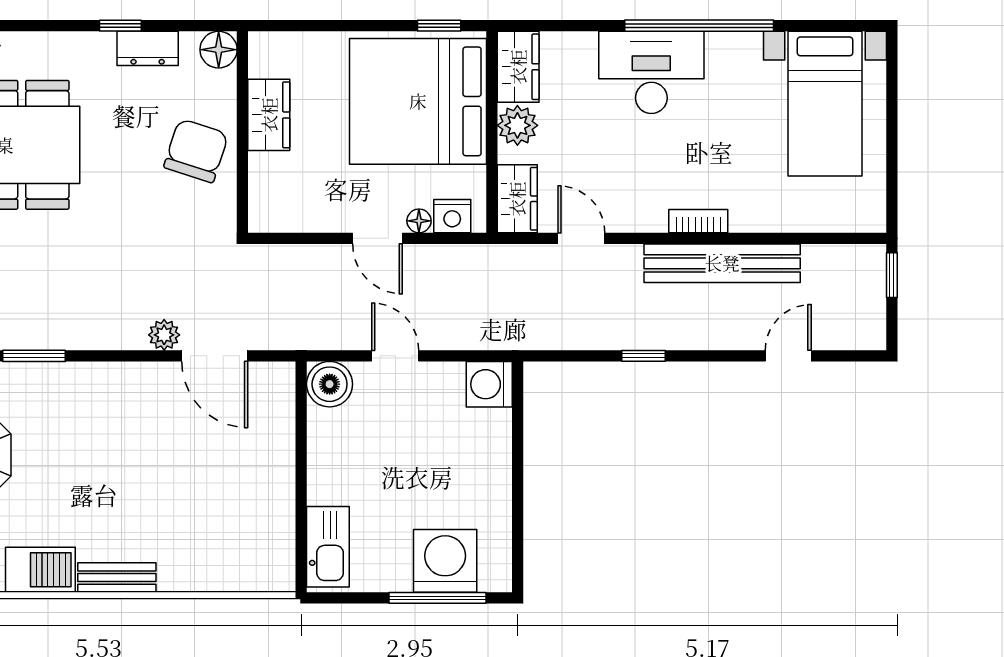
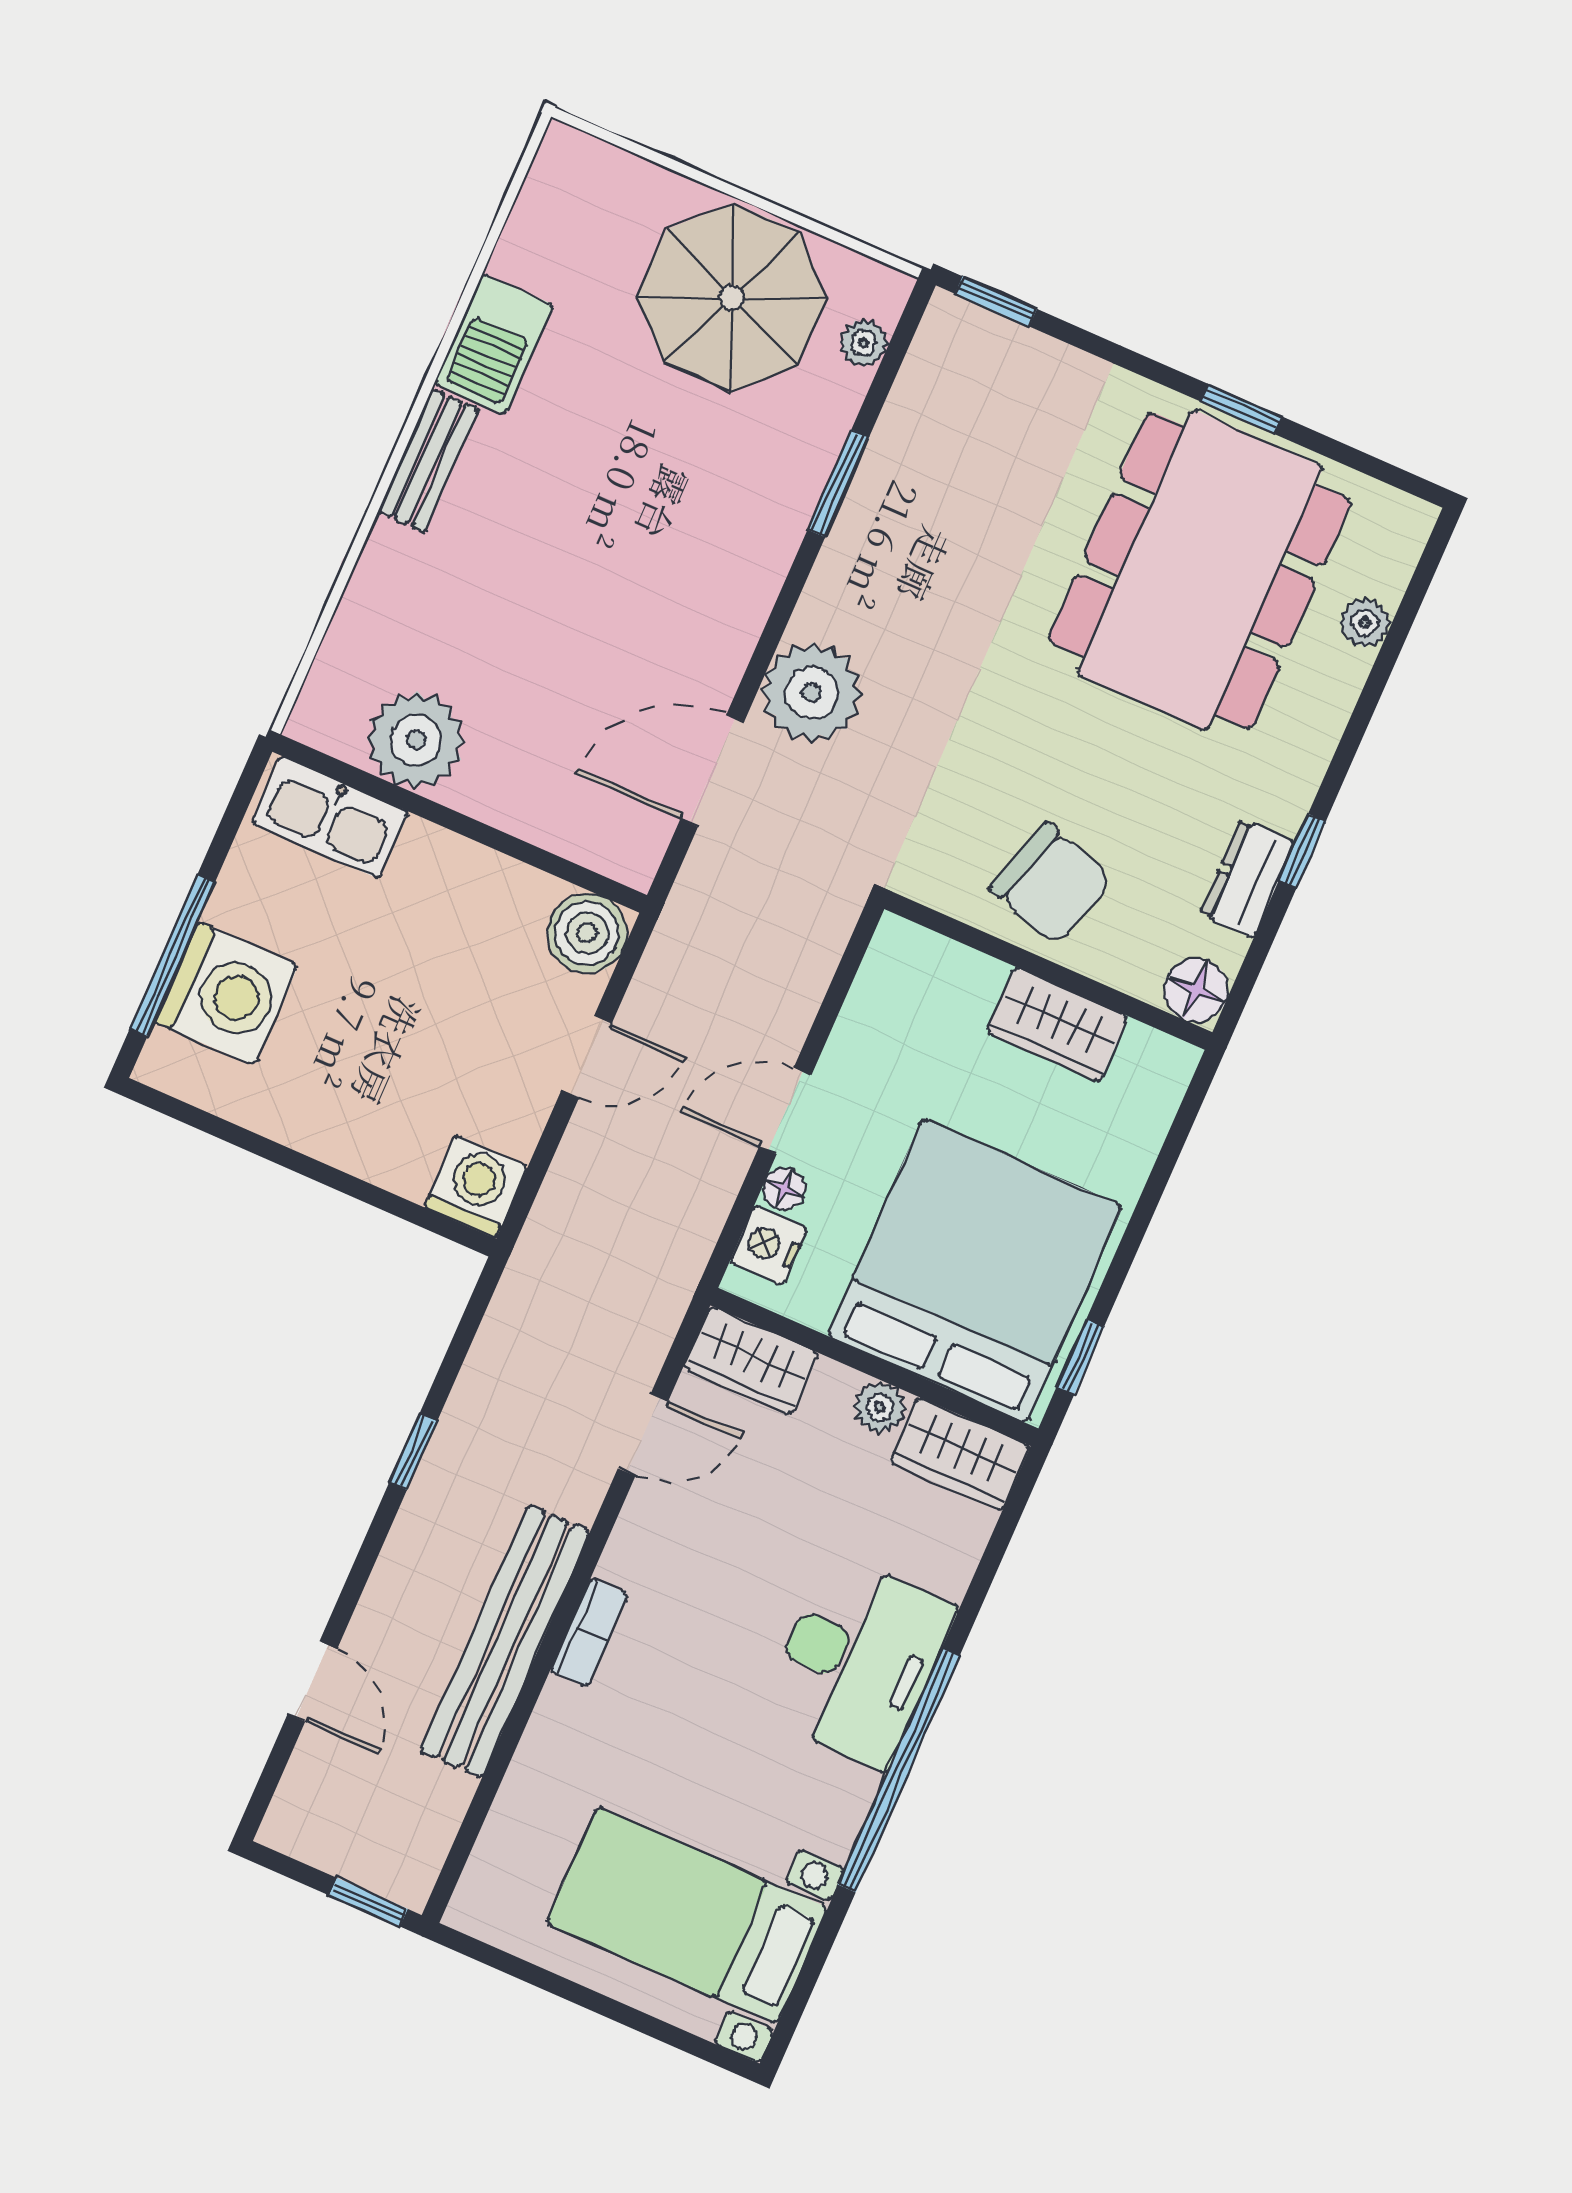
plant: (517, 125) -> (880, 1407), width x0.73, depth x0.73
plant: (164, 335) -> (812, 693), width x1.88, depth x1.88
plant: (267, 519) -> (416, 740), added

